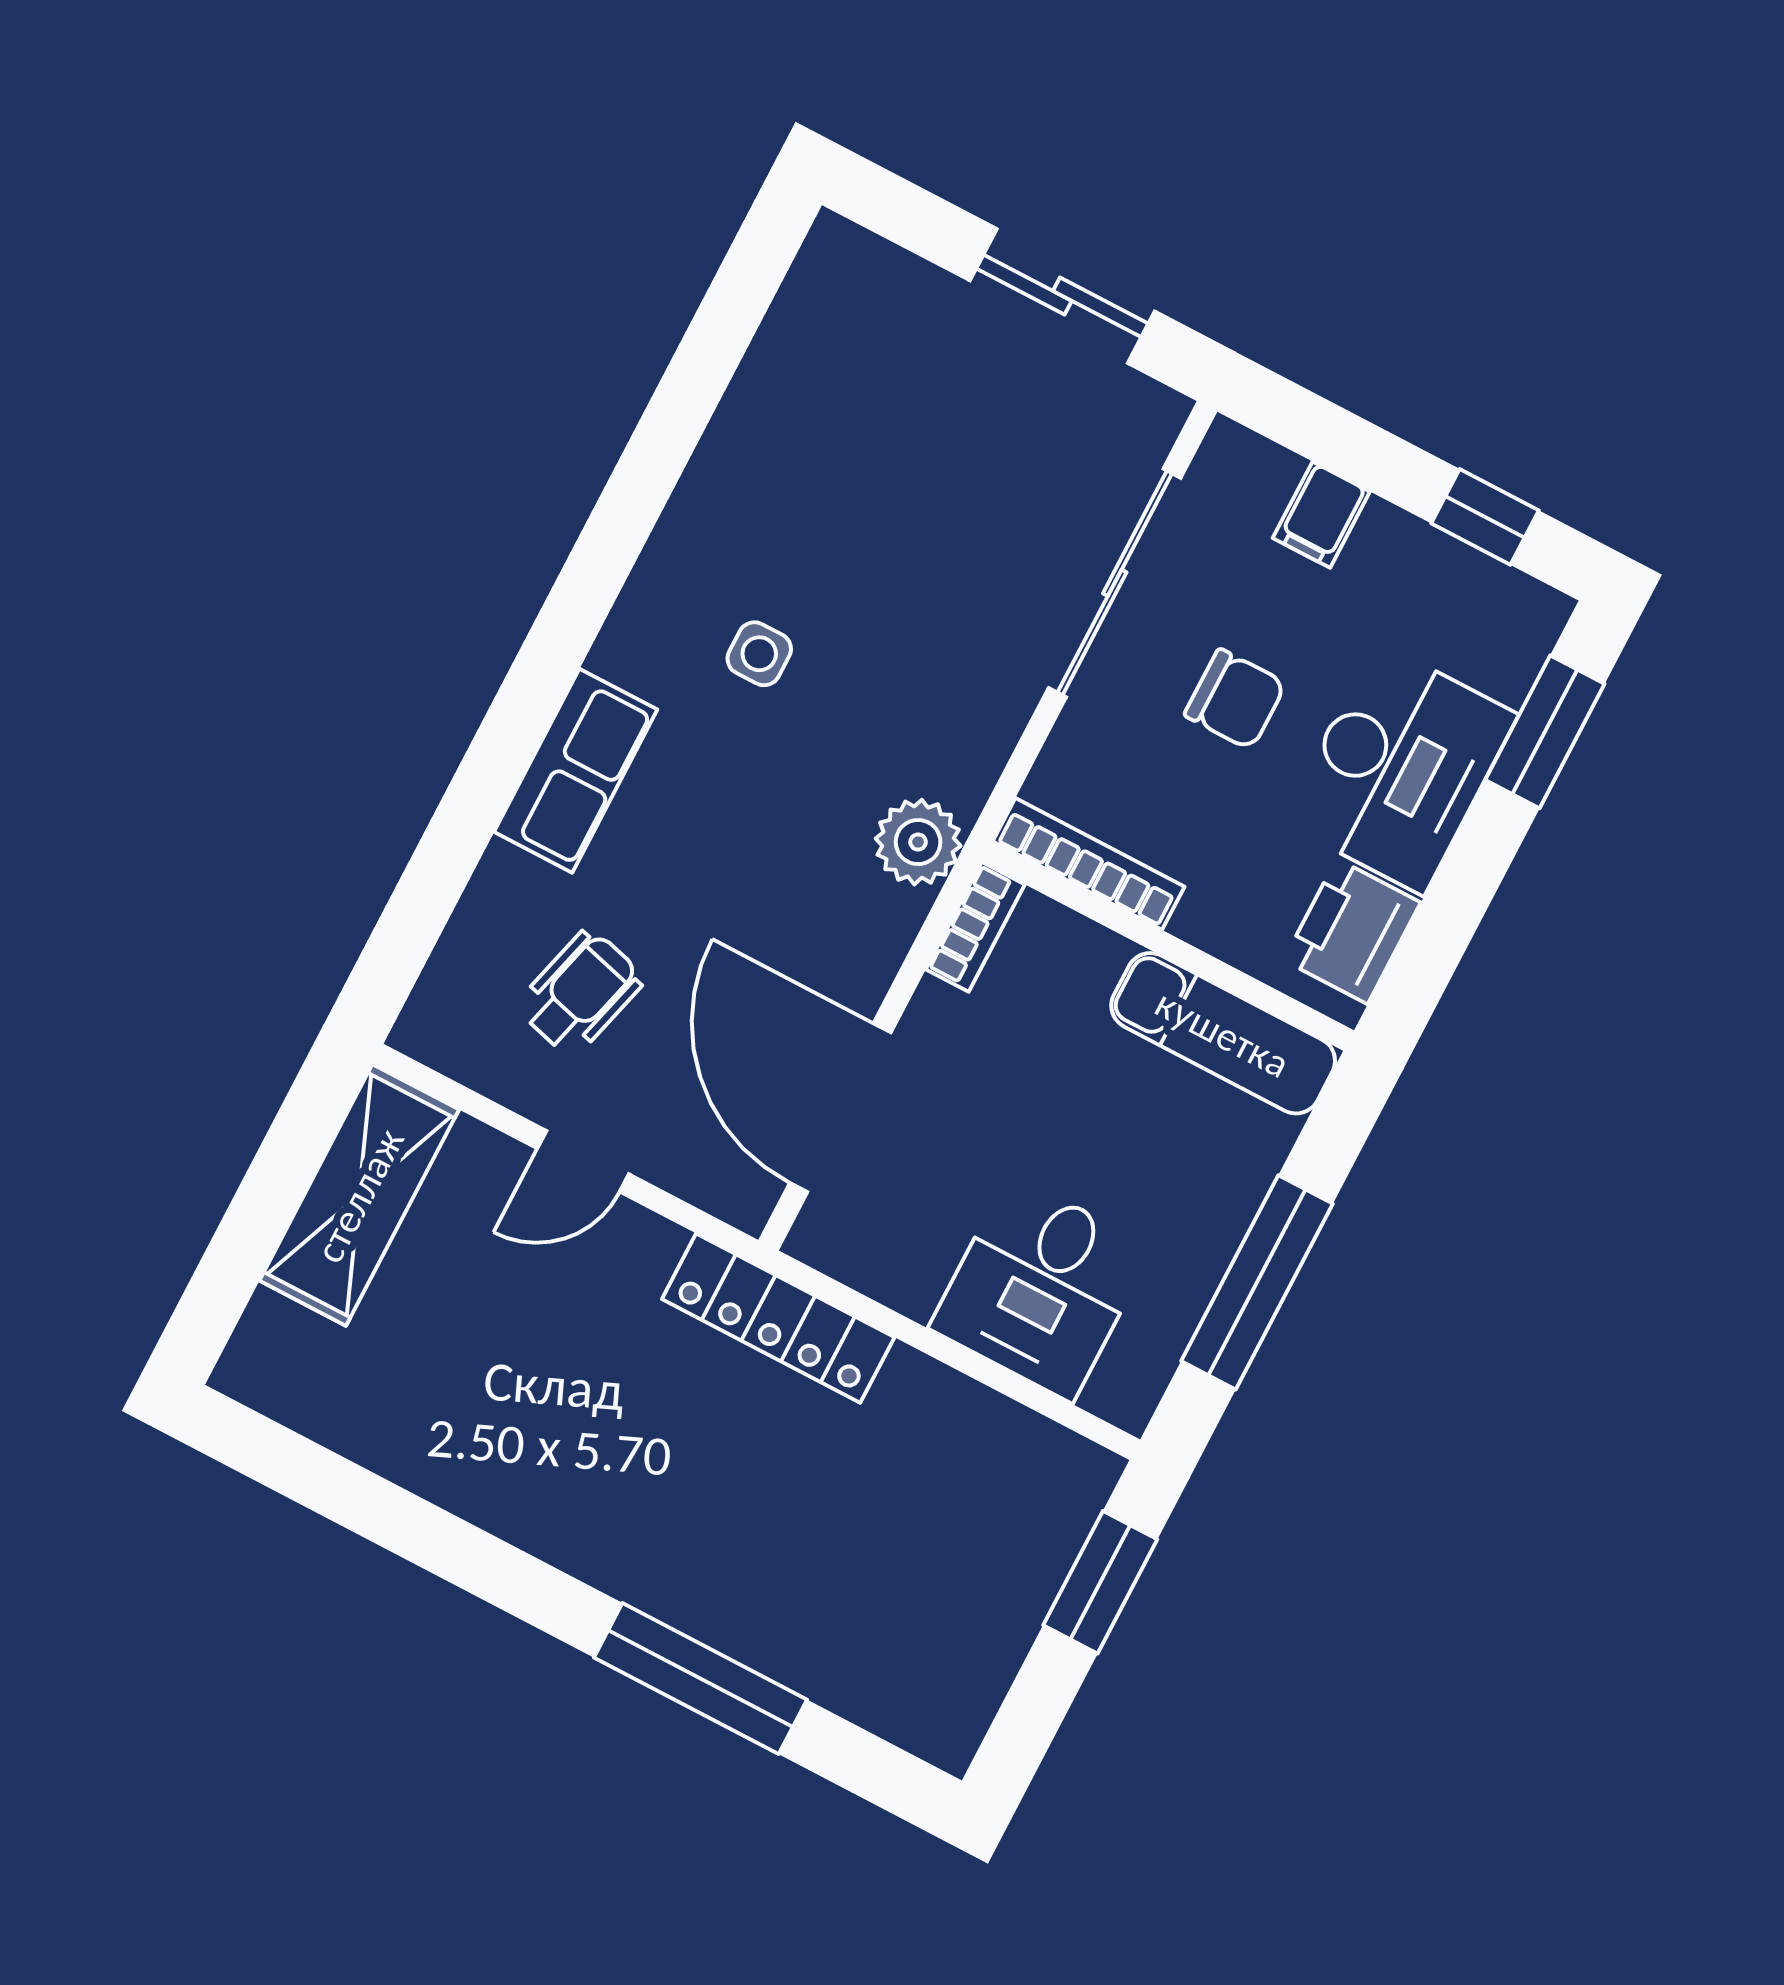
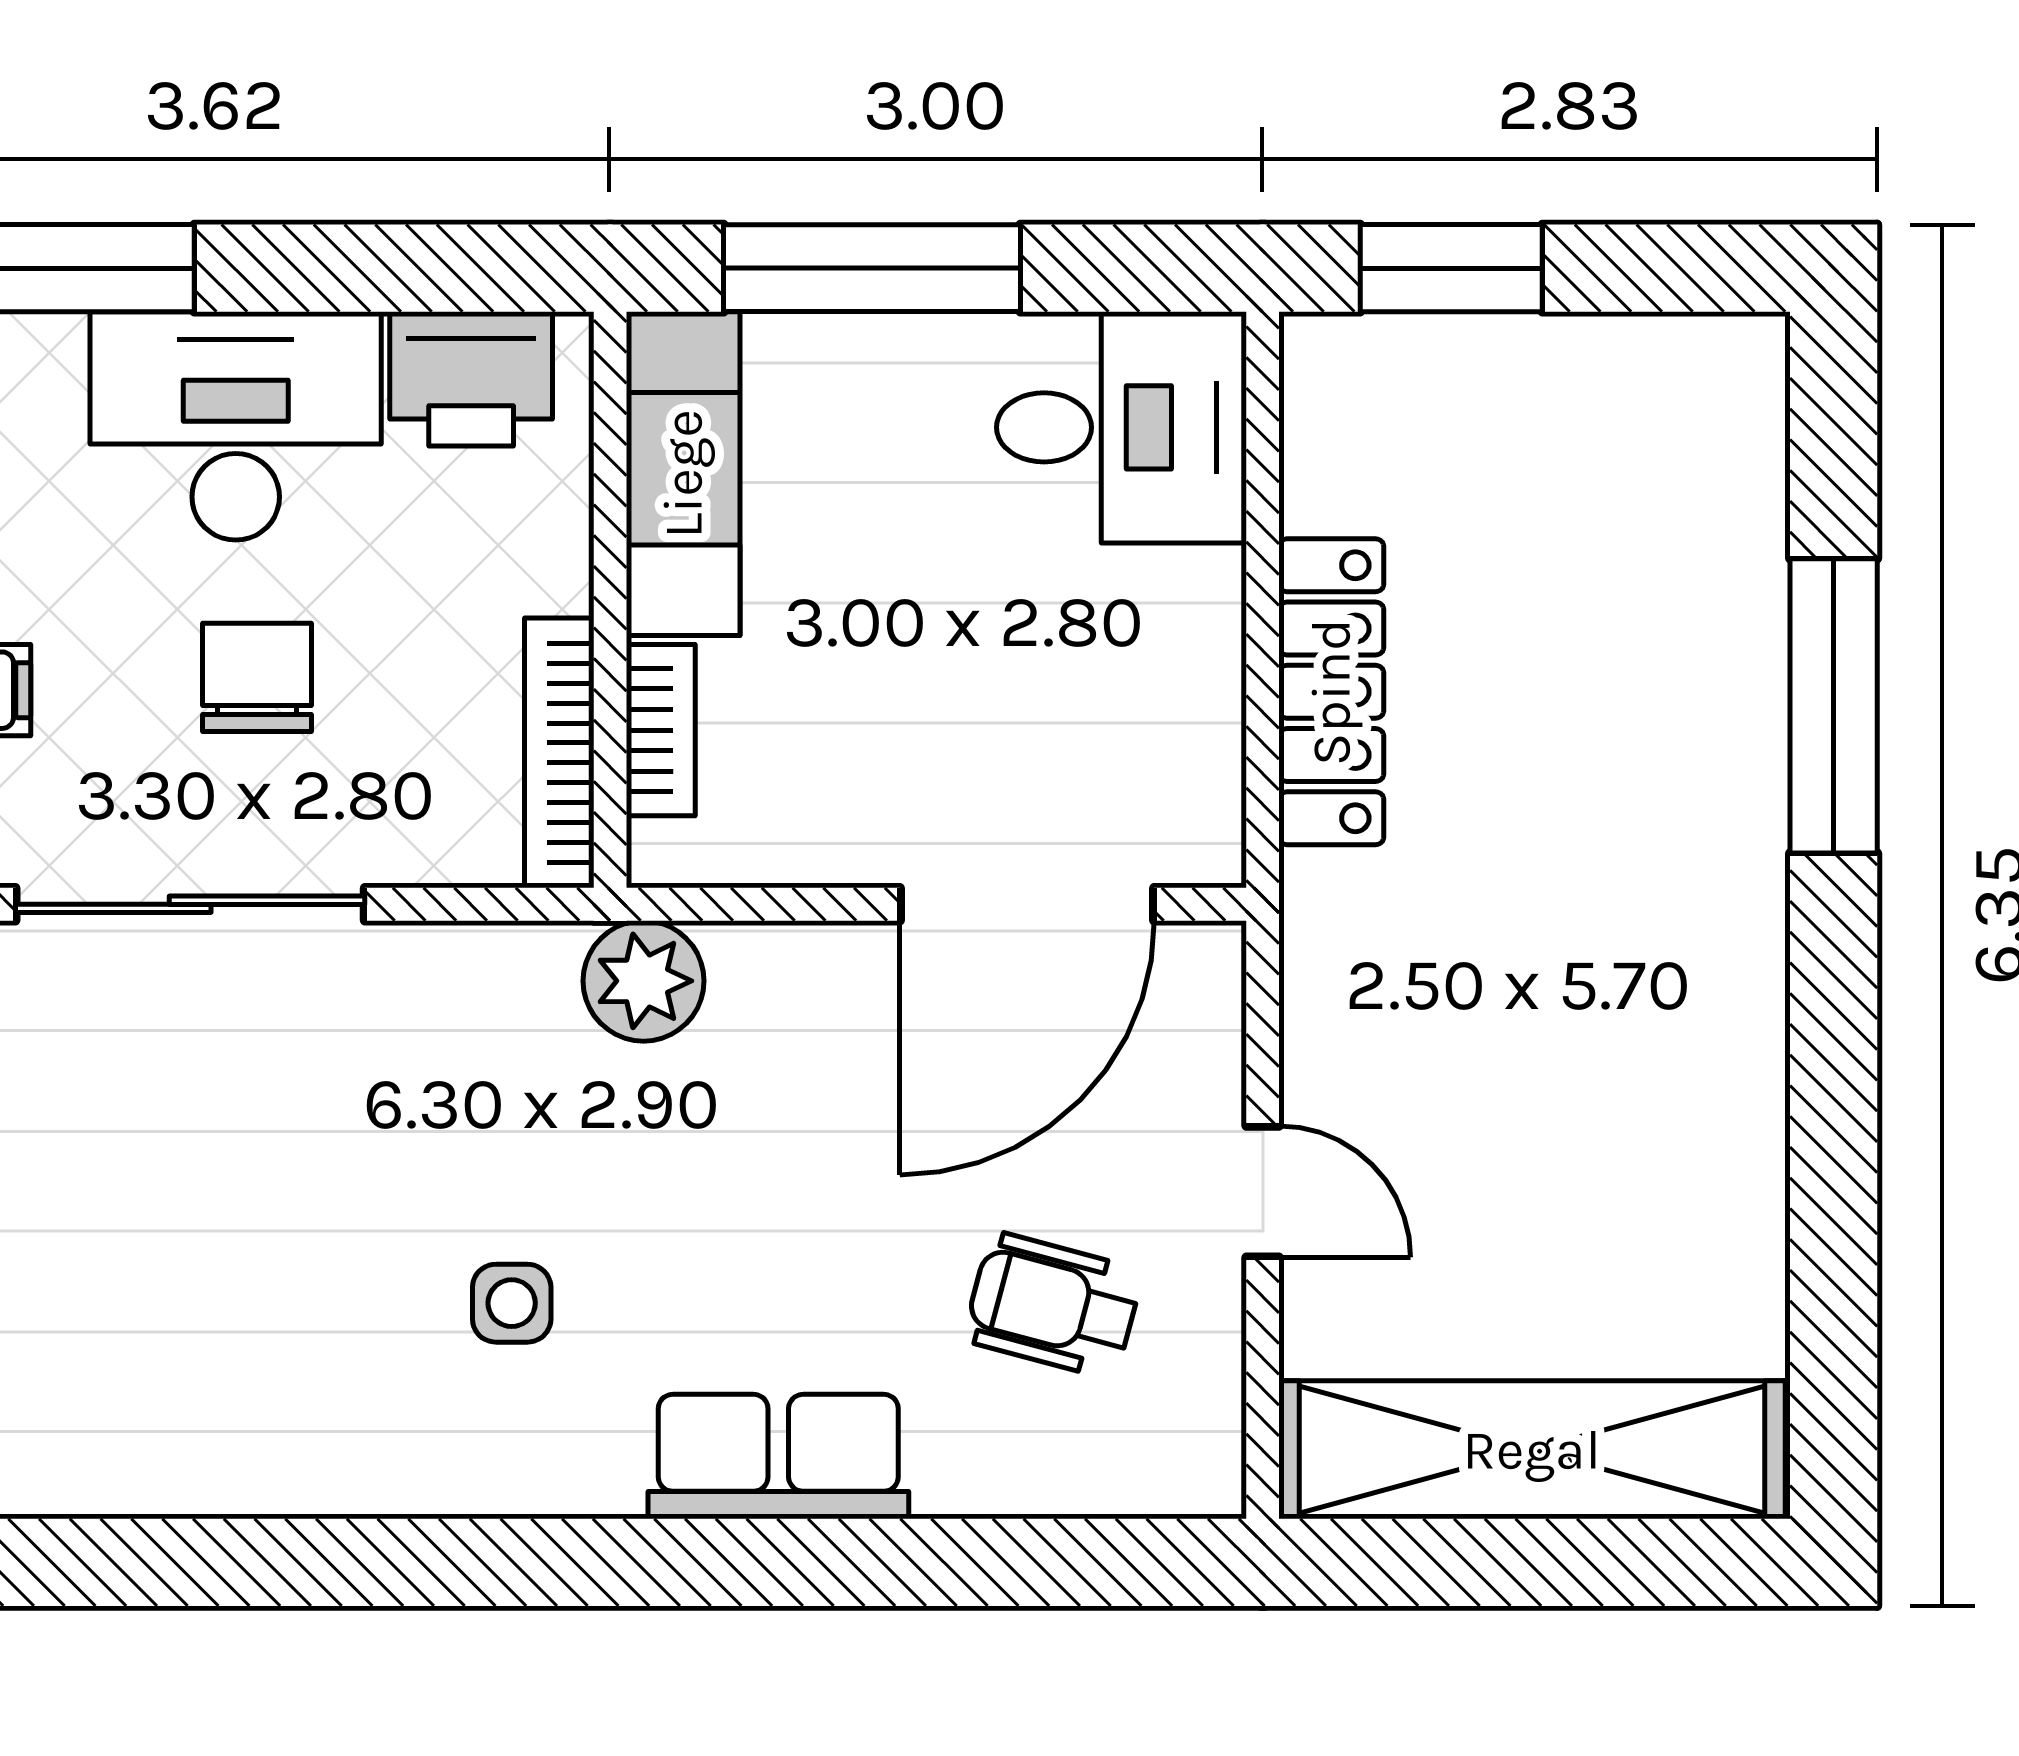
bookcase: (975, 927) -> (661, 730), moved, turned 90
shelving: (359, 1195) -> (1532, 1450), width x1.47
window: (1257, 1282) -> (872, 268), moved
desk: (1041, 1288) -> (1121, 427), moved
locker: (778, 1318) -> (1331, 692), moved

